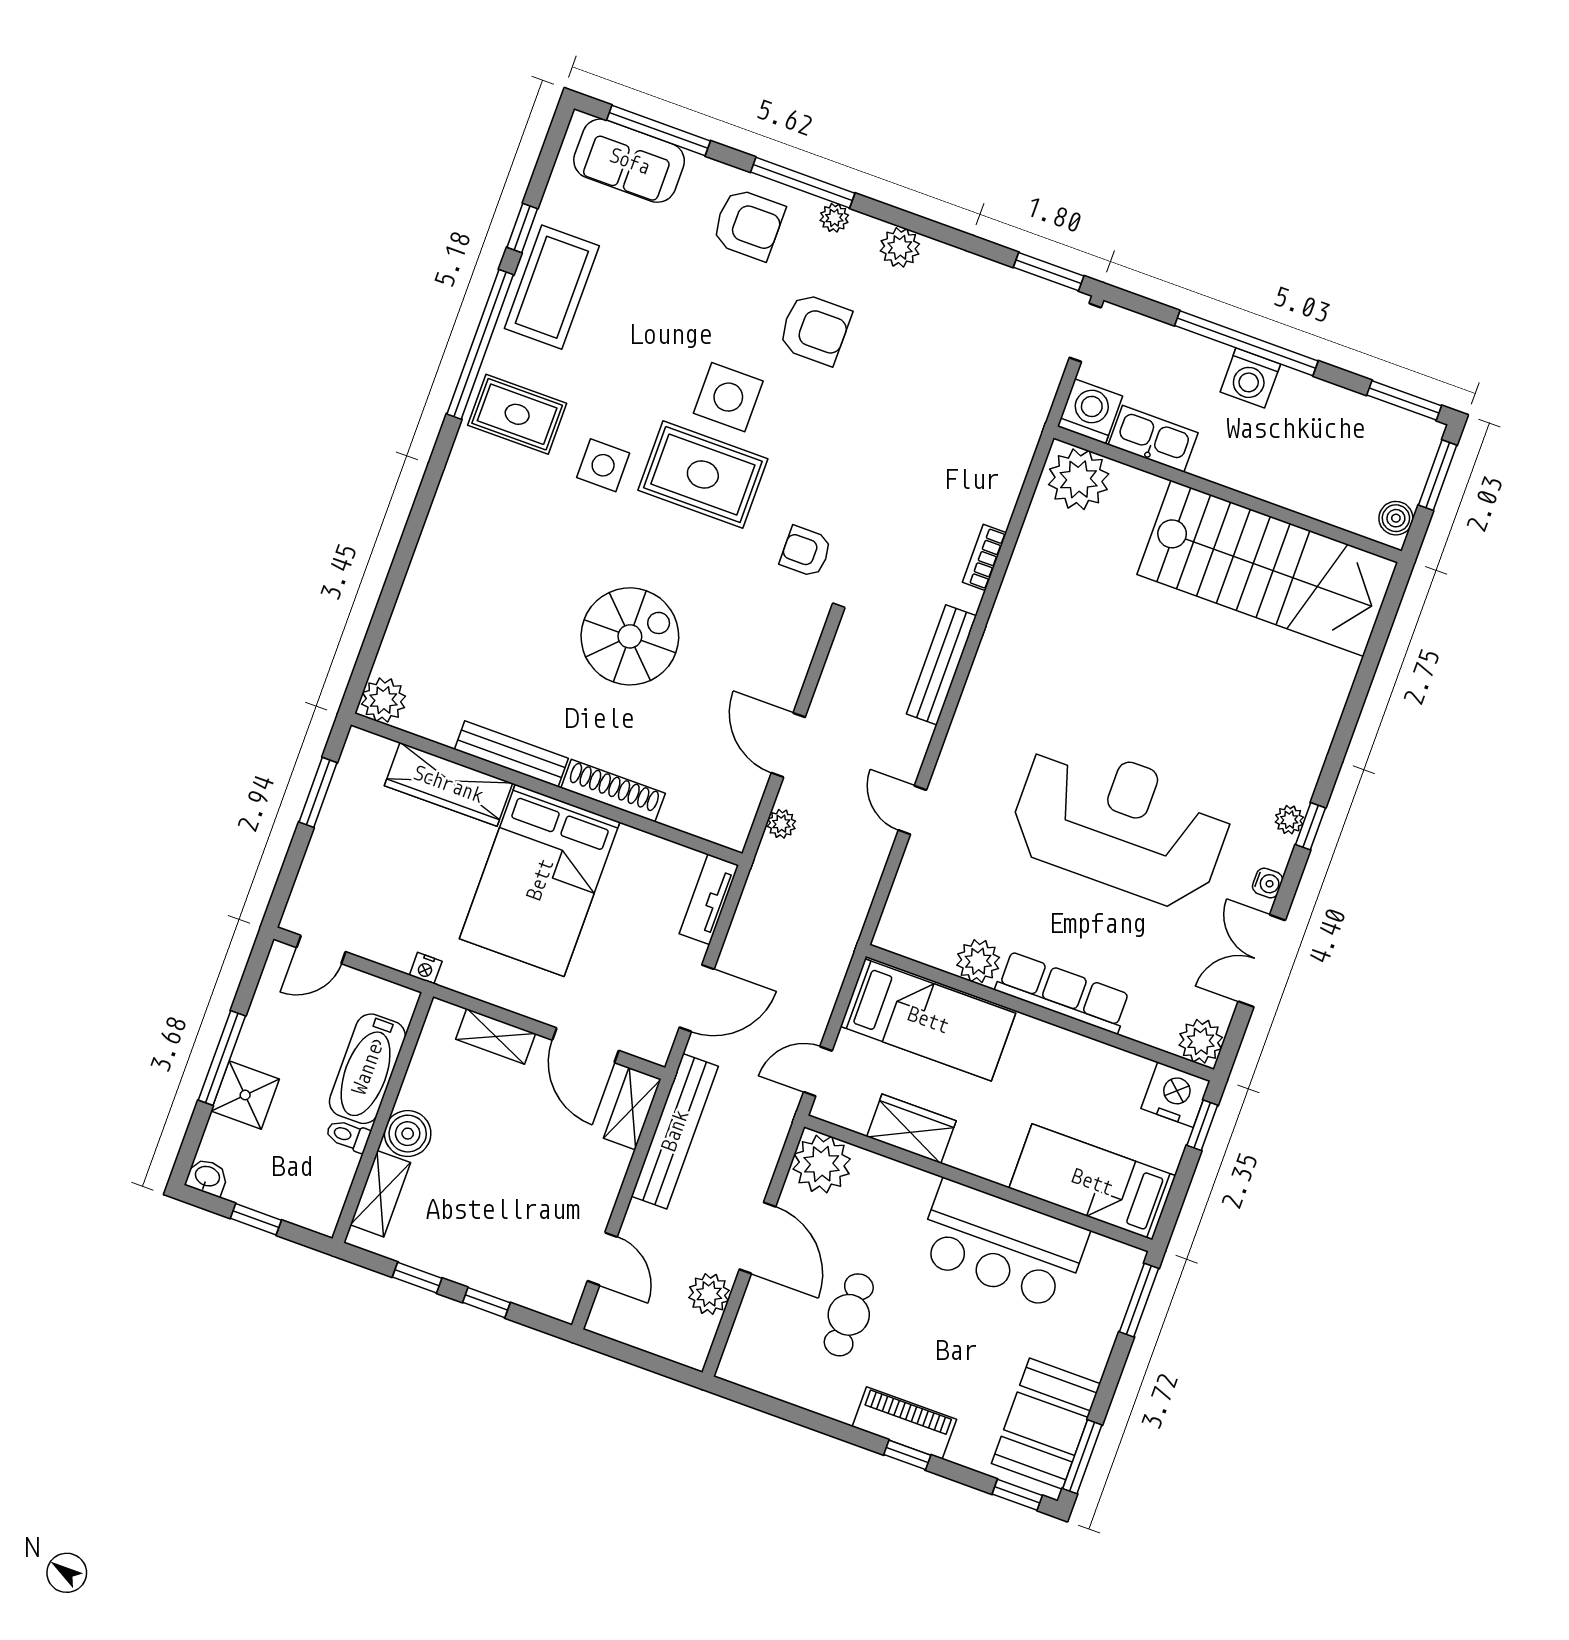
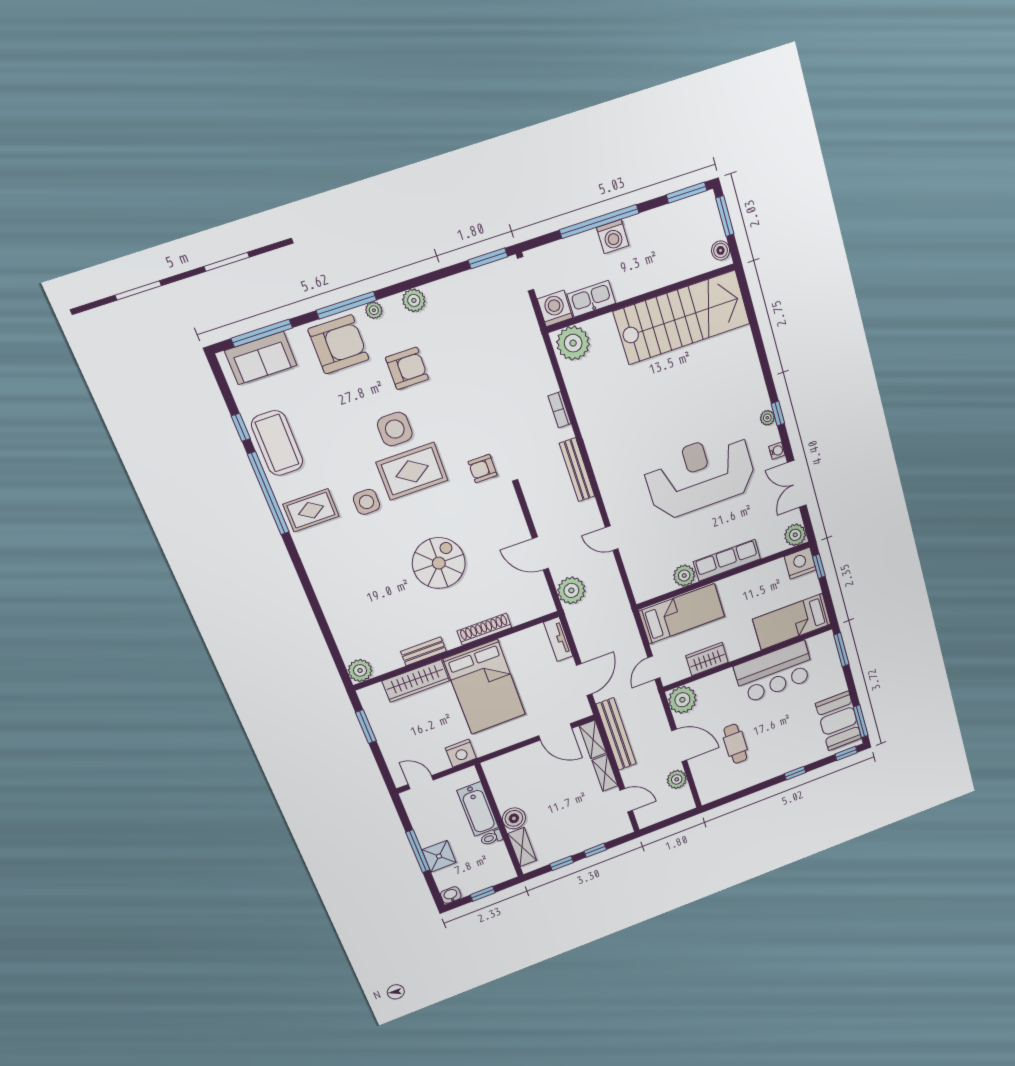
armchair: (748, 224) -> (338, 344), width x1.36, depth x1.36
bench: (511, 754) -> (423, 651), width x0.73
plant: (781, 824) -> (571, 590), width x1.87, depth x1.87
door: (321, 950) -> (421, 782), swing flipped
nightstand: (426, 968) -> (461, 753), width x1.89, depth x1.79
shelving: (496, 1036) -> (605, 773), moved, turned 90
piano: (904, 1423) -> (786, 763), removed

